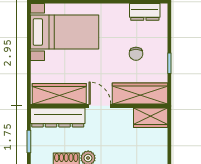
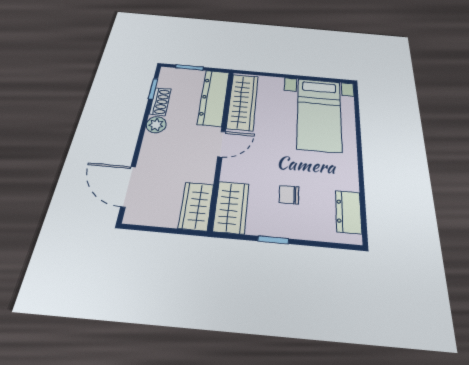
wardrobe: (140, 93) -> (231, 207), width x0.67

